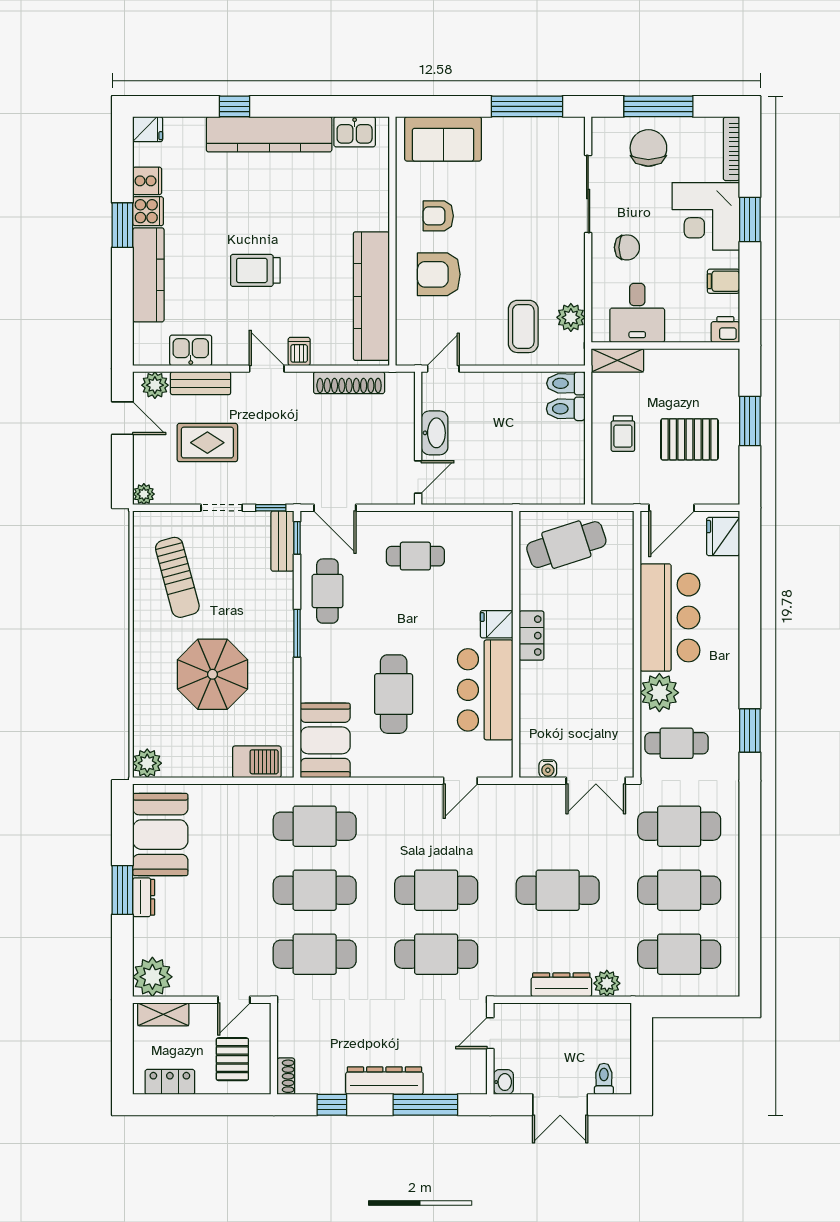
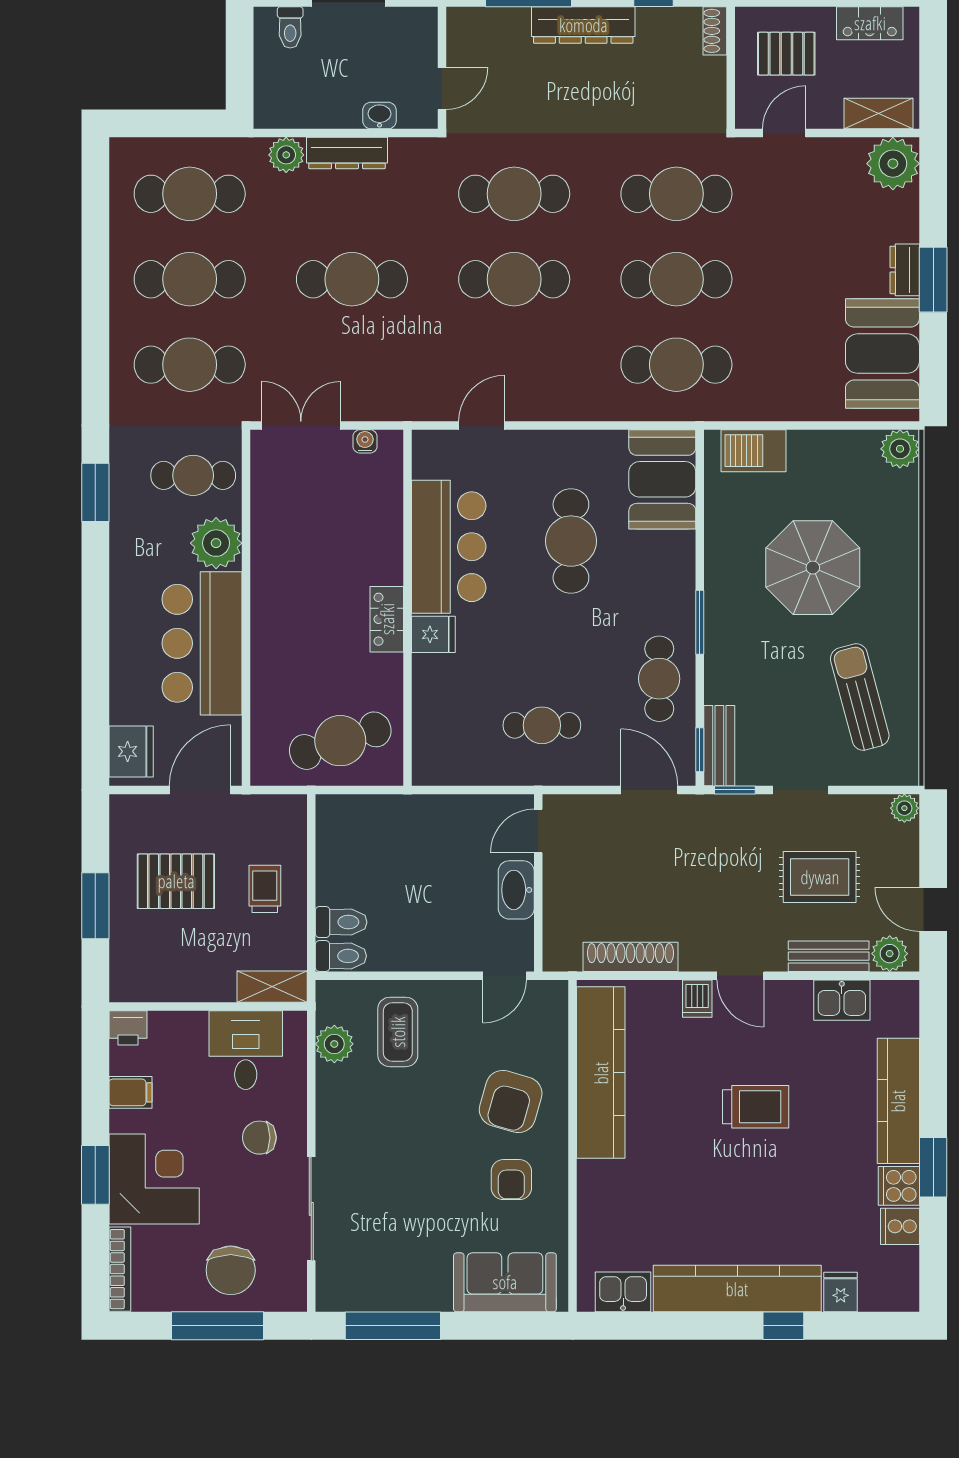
fridge: (148, 129) -> (841, 1292), moved, turned 90
armchair: (438, 216) -> (511, 1180), turned 90
armchair: (439, 274) -> (511, 1102), turned 106
pallet: (232, 1059) -> (786, 54), turned 90
washbasin: (503, 1082) -> (379, 116), moved, turned 90

